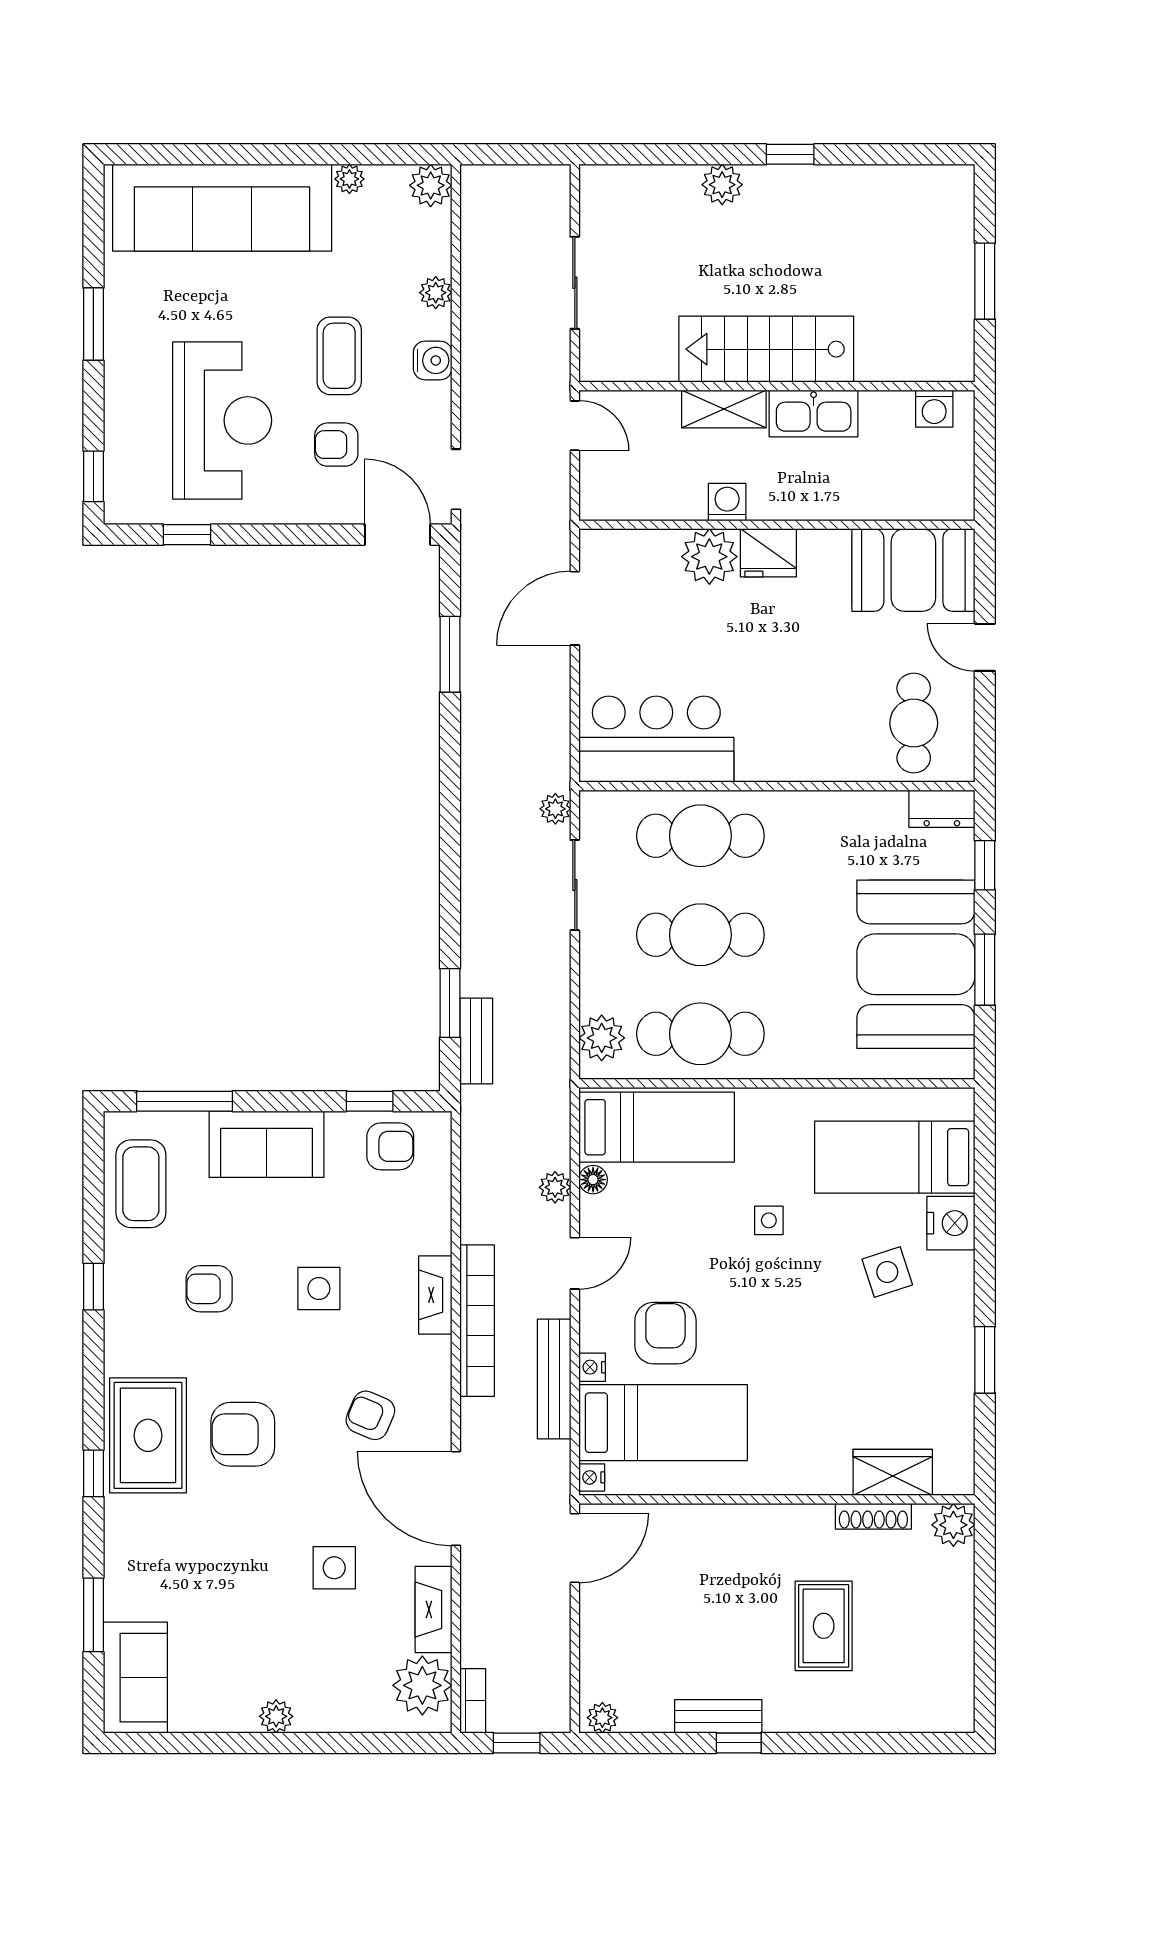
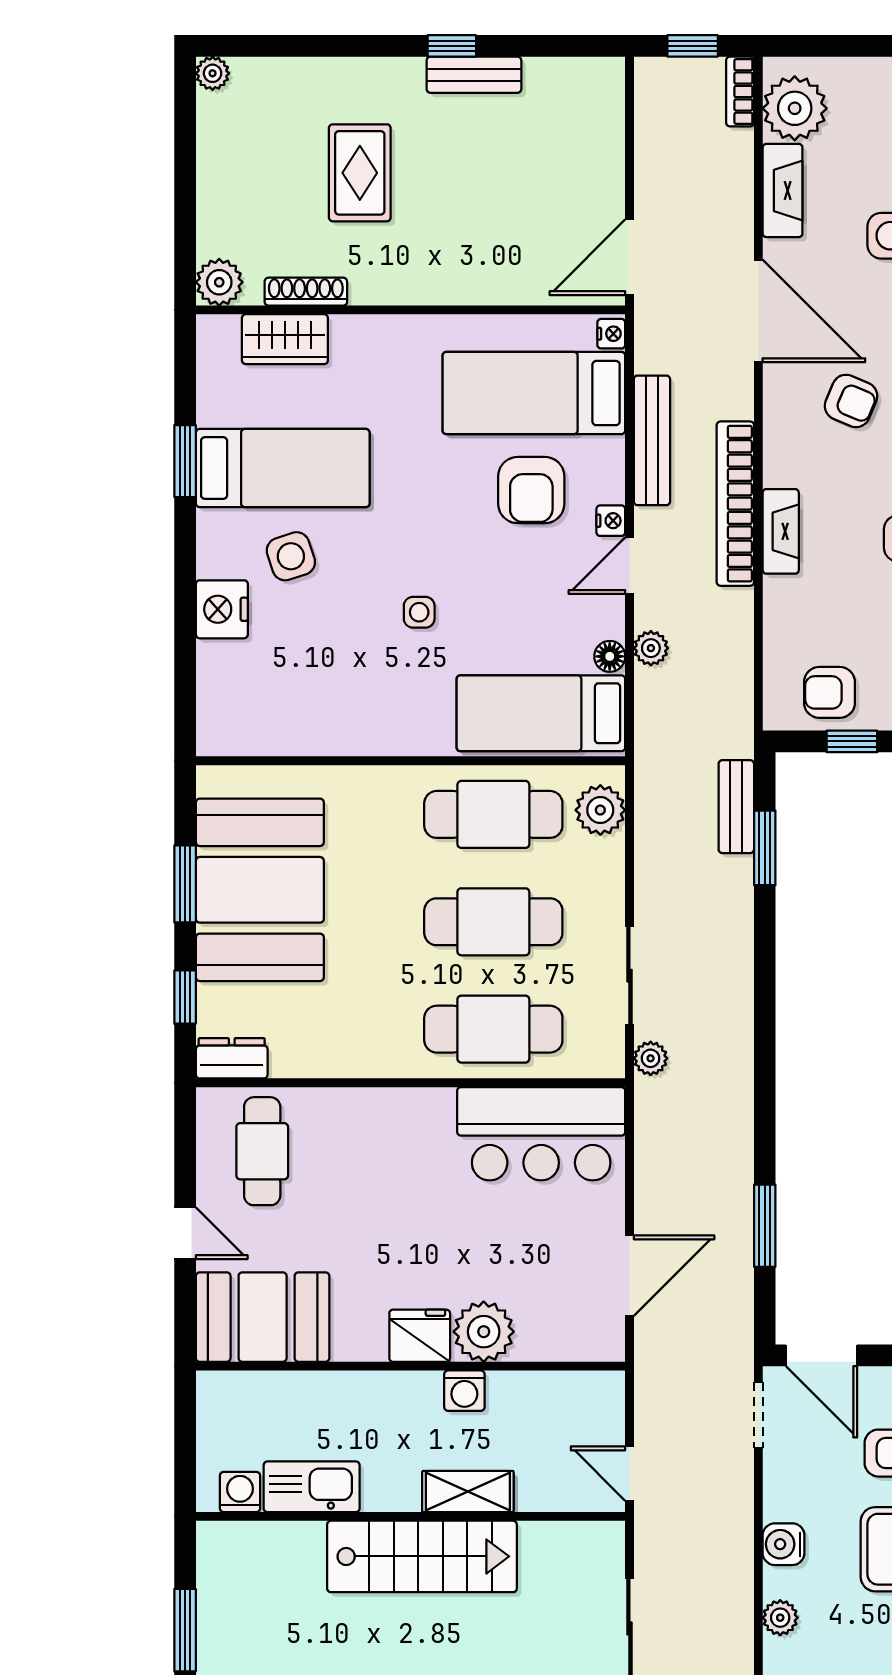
kitchen sink: (814, 413) -> (312, 1487), moved
bed: (895, 1157) -> (283, 468), moved
nightstand: (592, 1367) -> (611, 521), moved
plant: (602, 1718) -> (213, 73), moved

